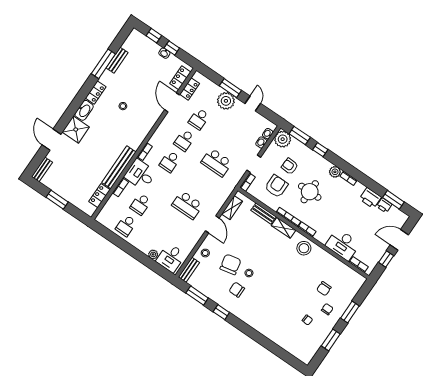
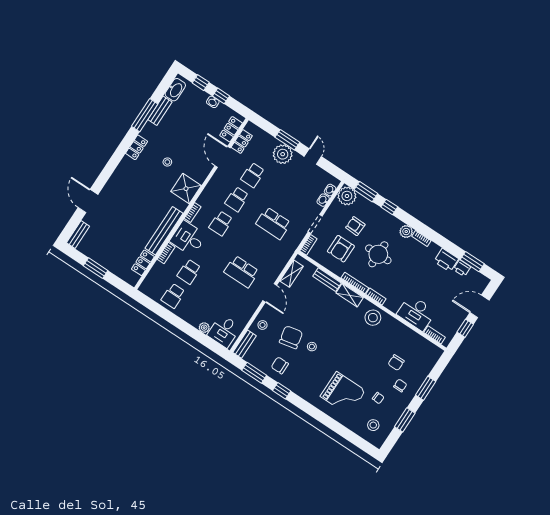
washbasin: (84, 110) -> (175, 90), moved
shower: (76, 130) -> (186, 189), moved
armchair: (276, 186) -> (341, 249), turned 180
chair: (237, 290) -> (280, 365), moved
grand piano: (276, 315) -> (343, 393), added
stool: (303, 344) -> (373, 425), added

